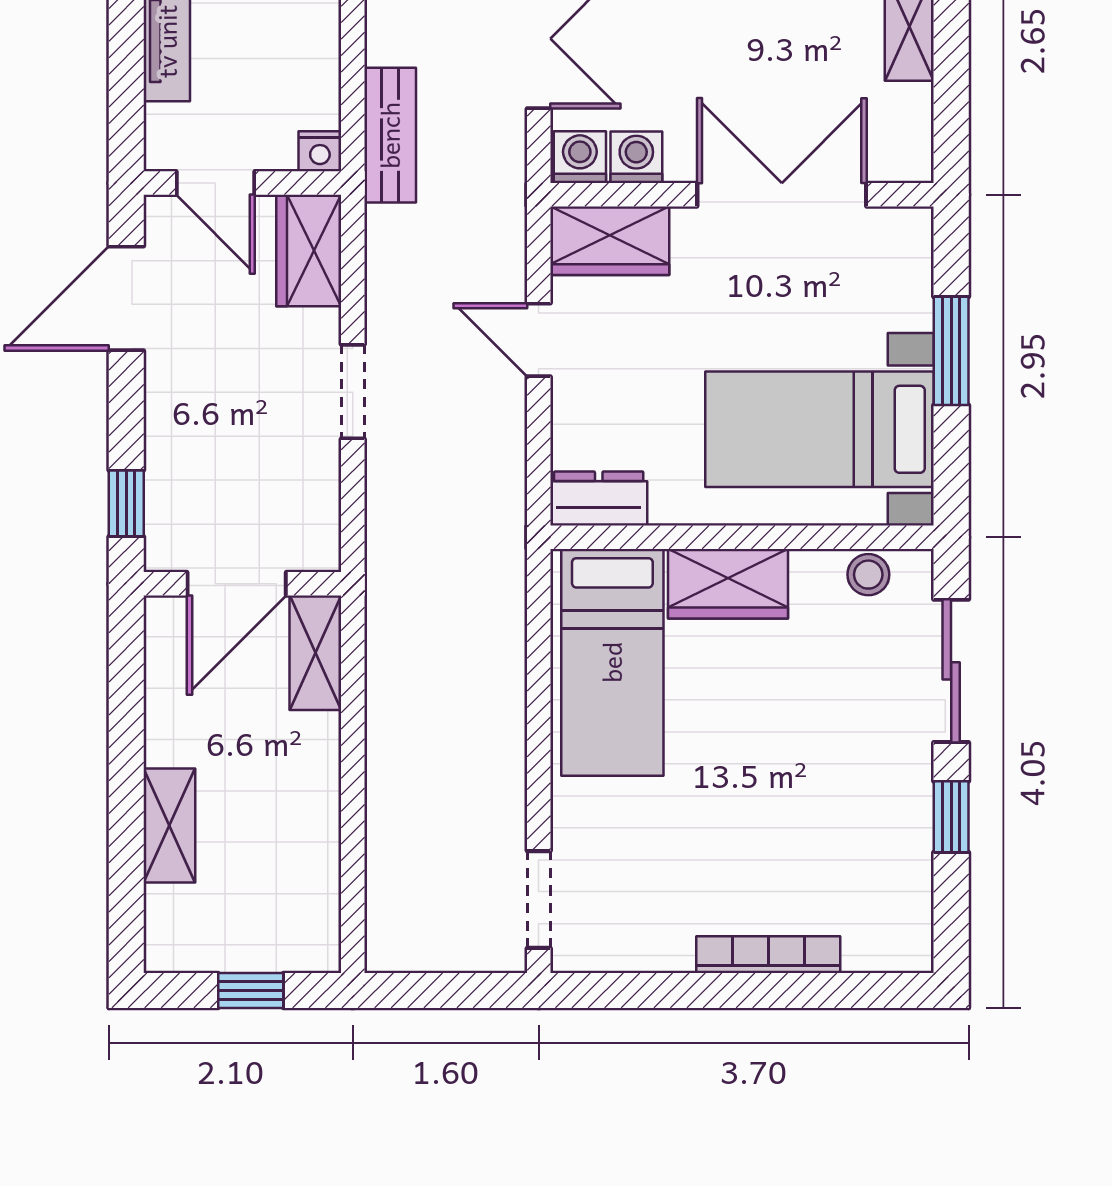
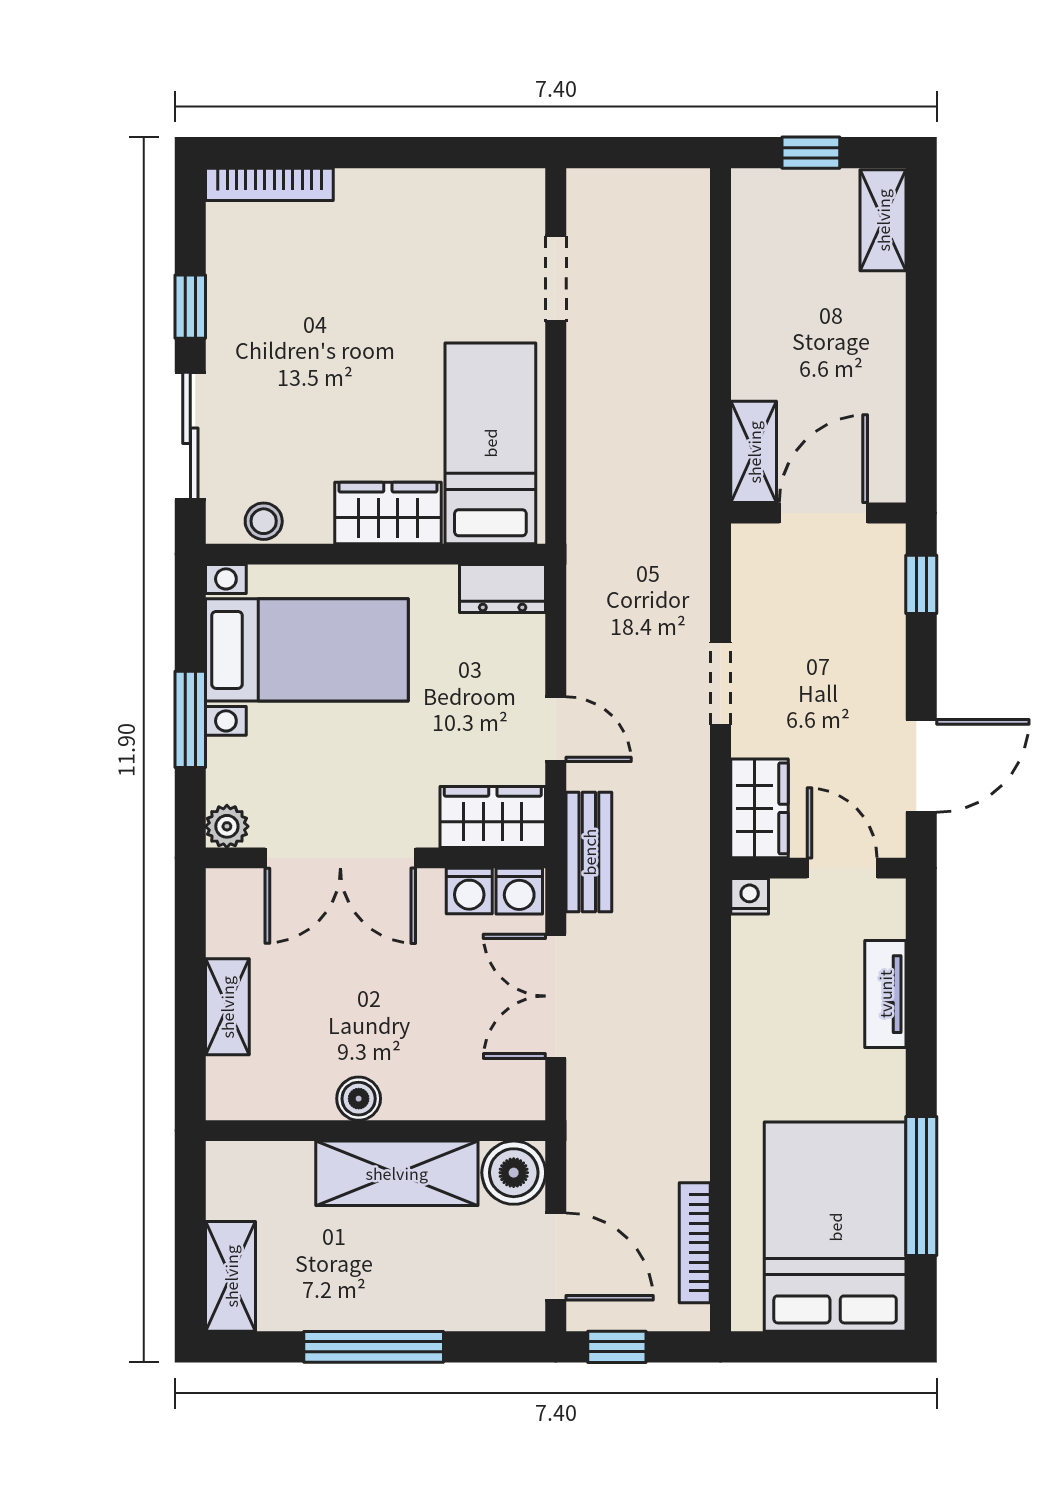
bench: (390, 135) -> (589, 852), moved
plant: (910, 230) -> (227, 826), added
shelving: (169, 825) -> (883, 220), moved
doorway: (539, 900) -> (556, 279), moved
bookcase: (768, 955) -> (269, 184), moved

